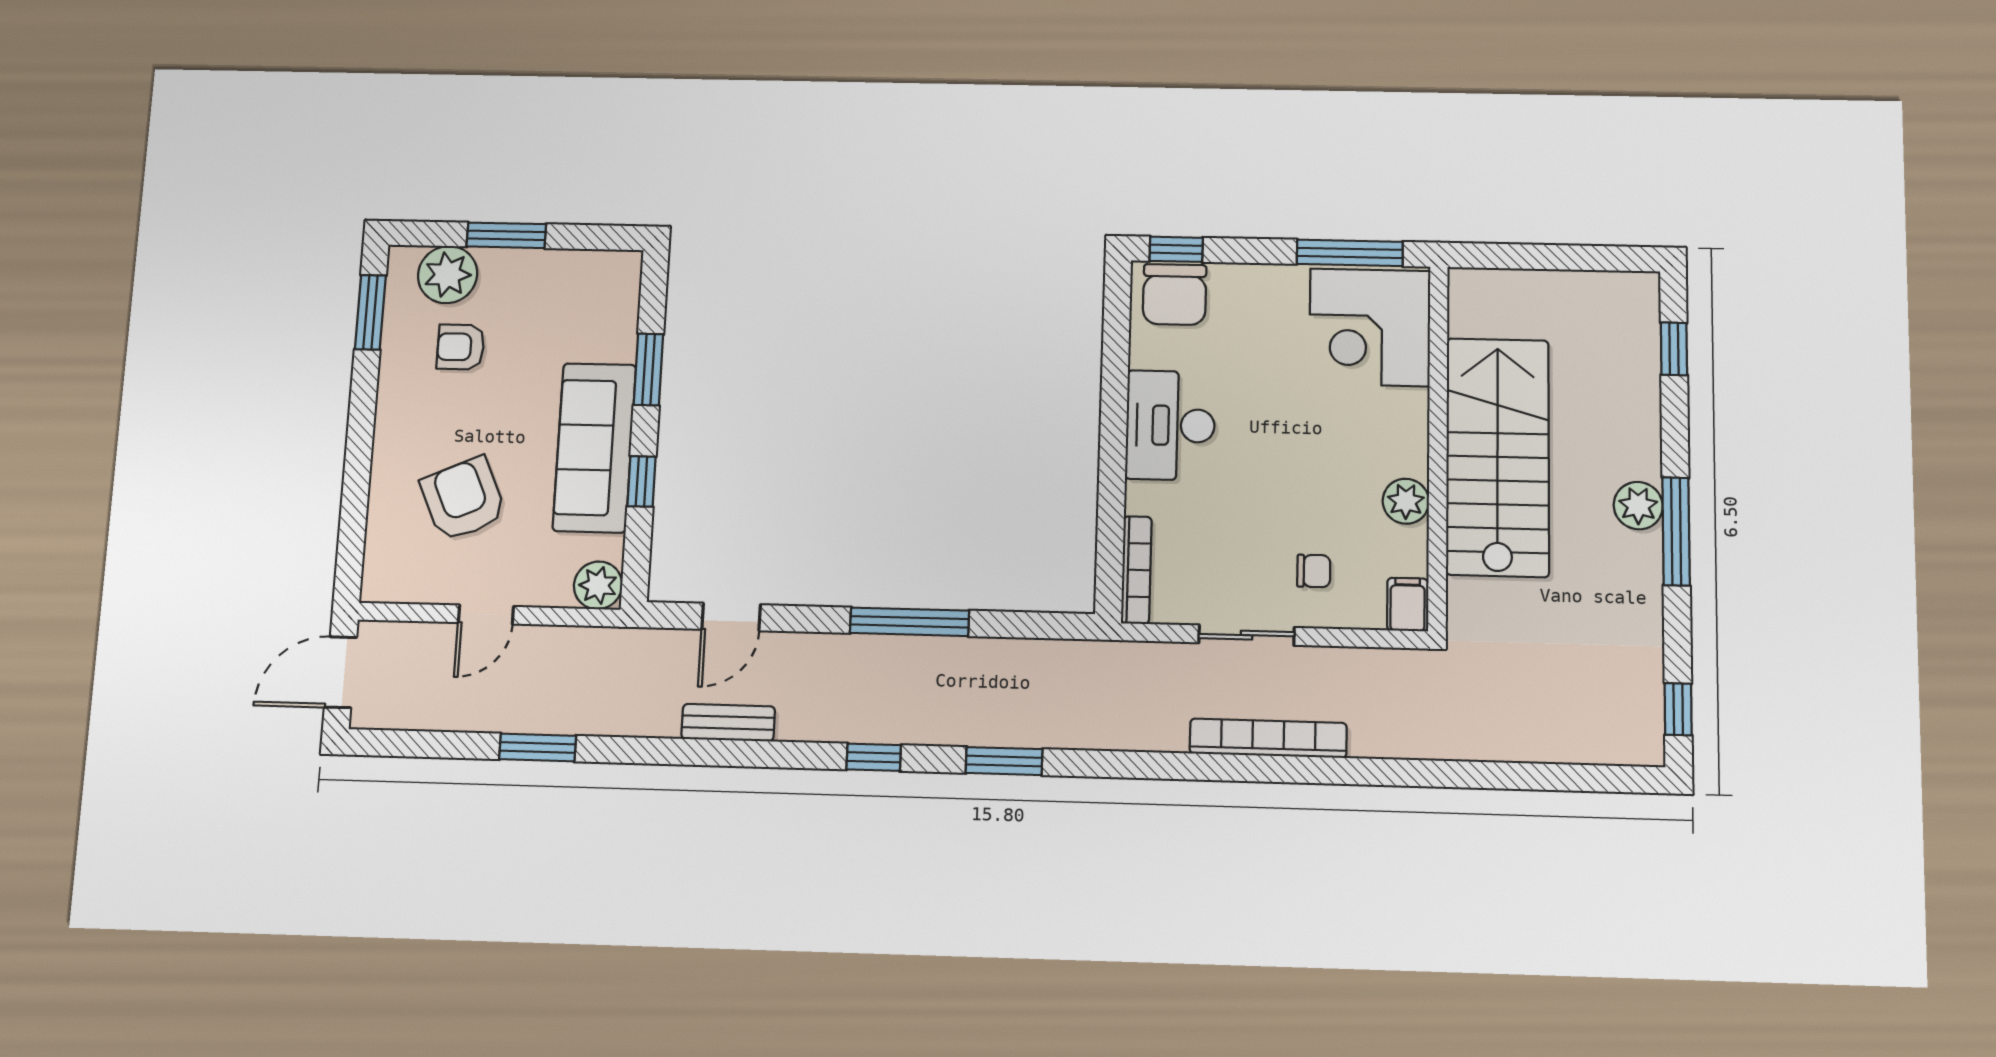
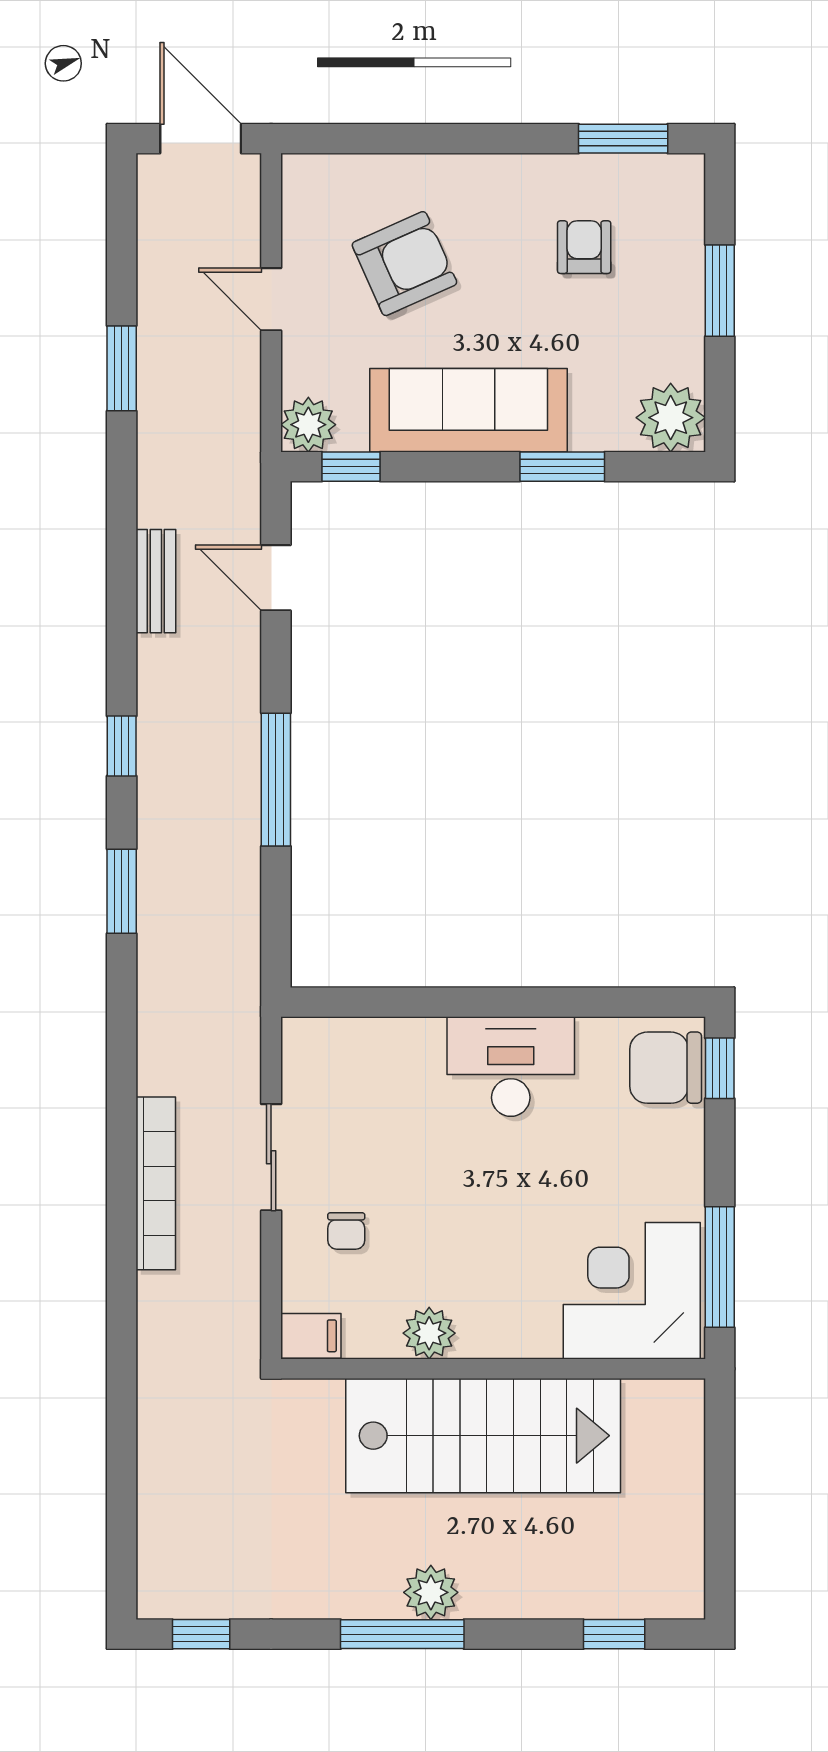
plant: (448, 275) -> (671, 418), moved
window: (641, 481) -> (351, 467), moved
bookcase: (1136, 570) -> (342, 1032), removed

